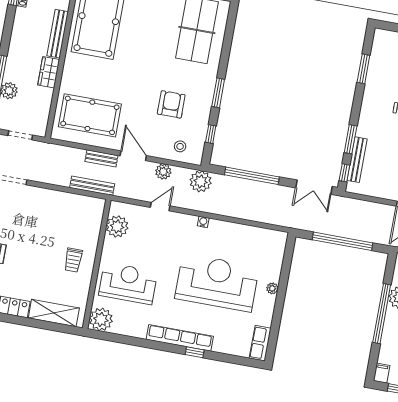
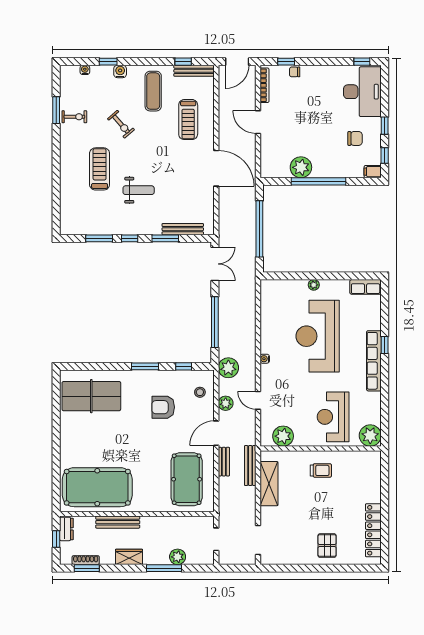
wardrobe: (49, 72) -> (129, 557), moved, turned 180
window: (344, 173) -> (130, 238), moved
shelving: (54, 313) -> (269, 484), moved

